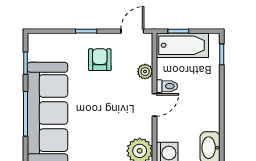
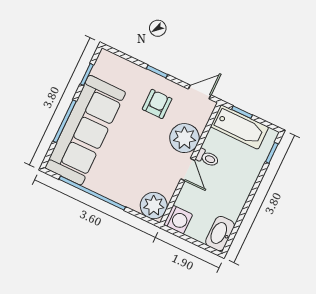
plant: (145, 72) -> (184, 138), width x1.87, depth x1.87
door: (154, 105) -> (188, 170), hinge flipped

